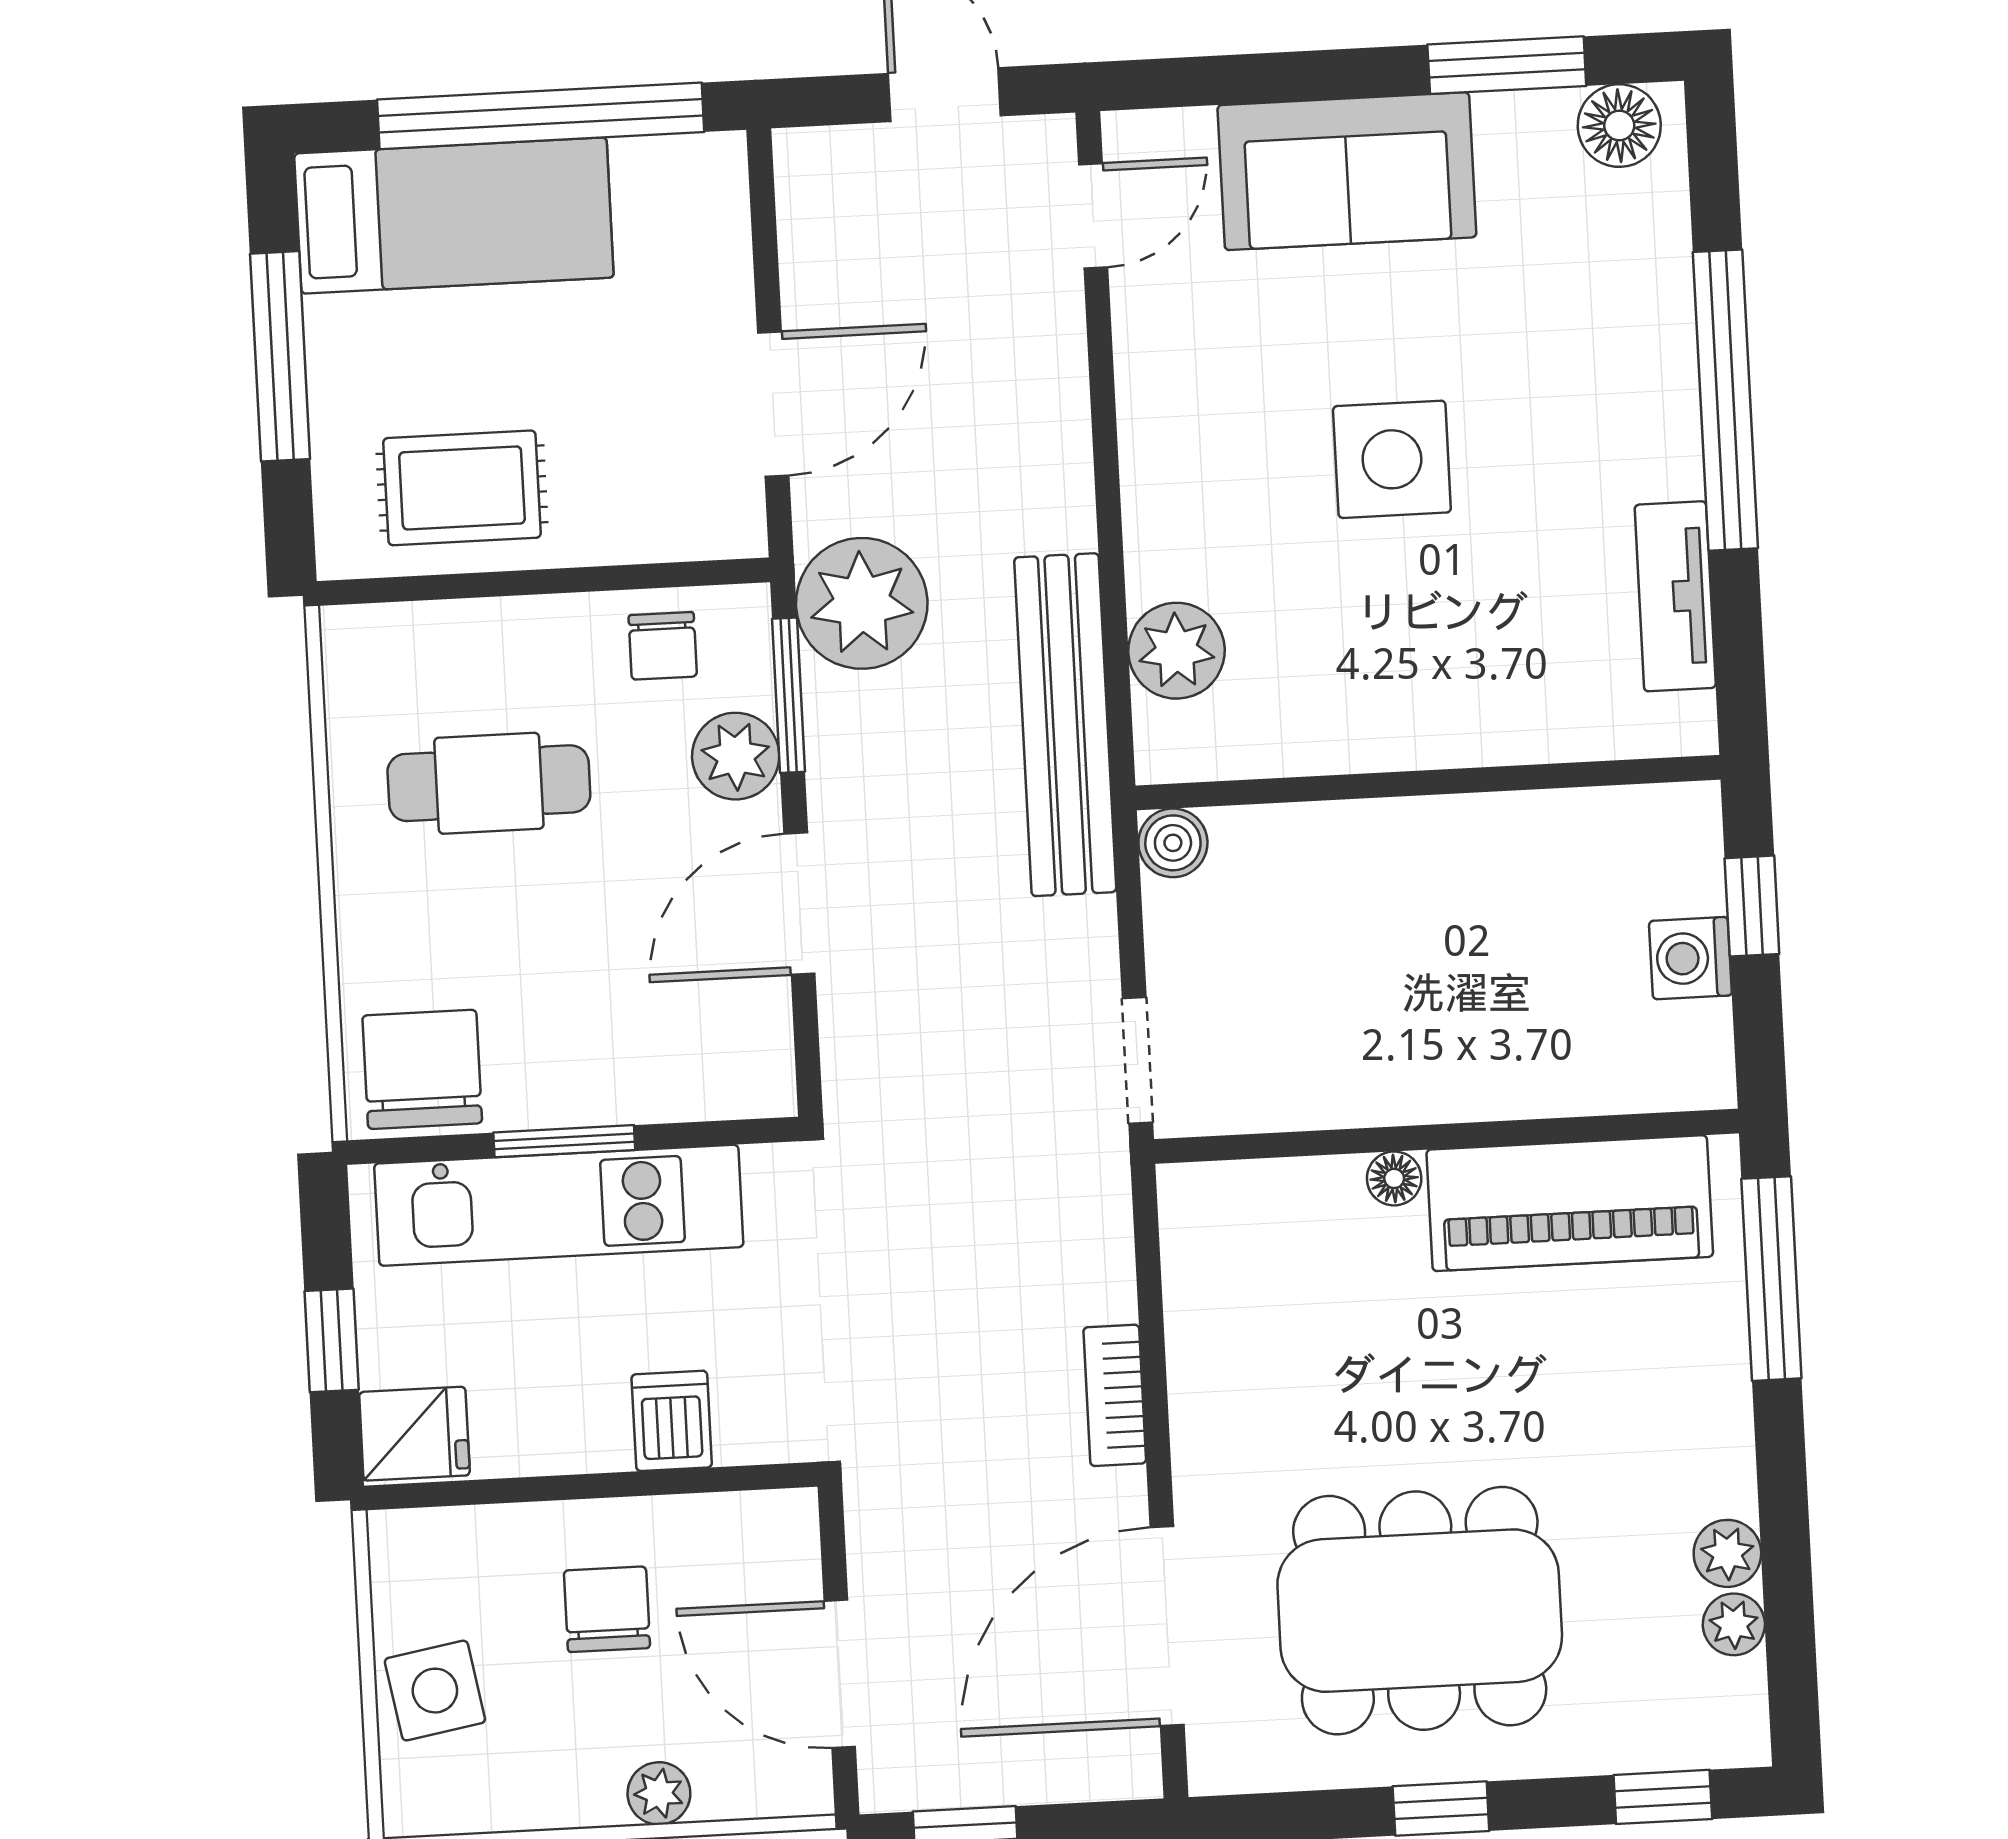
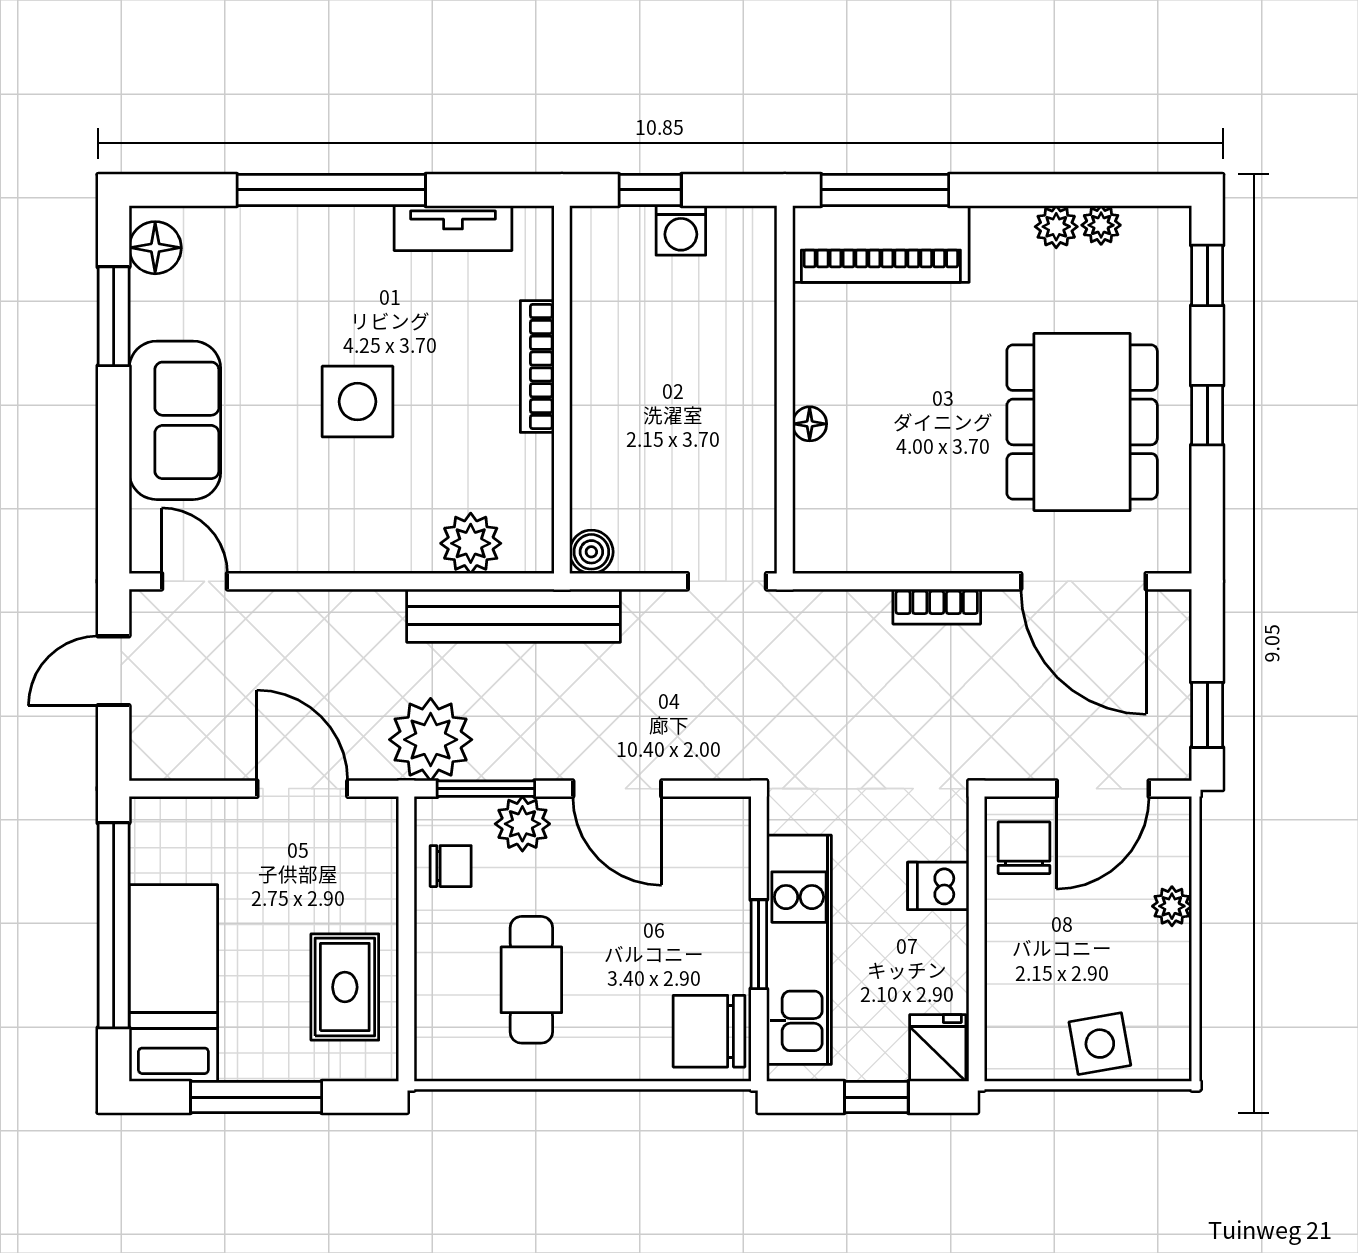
bookcase: (1462, 742) -> (537, 366), added
piano: (1570, 1203) -> (881, 244), moved, turned 90
chair: (607, 1609) -> (1024, 848), moved, turned 90

